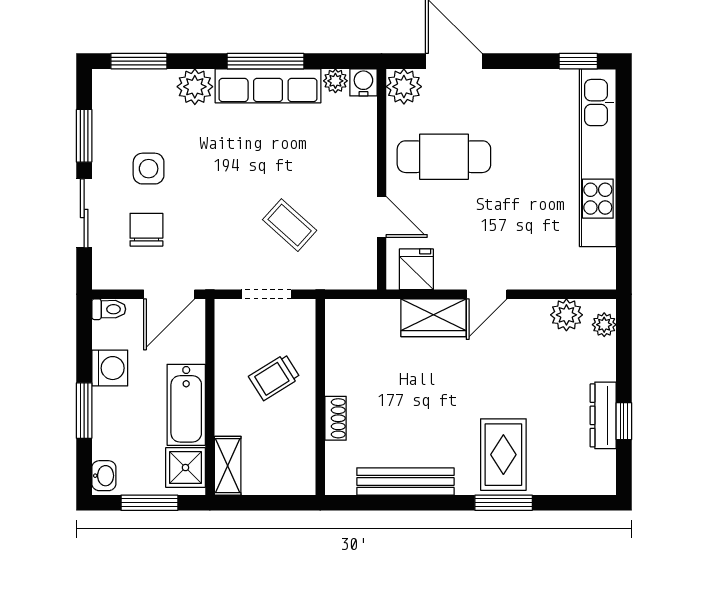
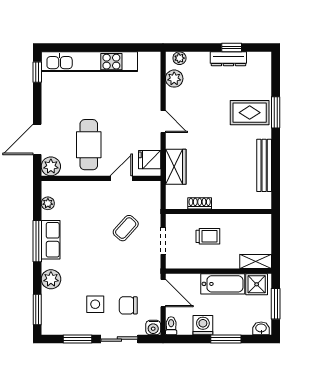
water cooler: (363, 82) -> (153, 328), moved, turned -90
row of seats: (268, 86) -> (51, 240), width x0.68
wardrobe: (434, 318) -> (176, 167), moved
trolley: (274, 377) -> (208, 236), turned -58
shoe rack: (336, 418) -> (200, 203), moved

